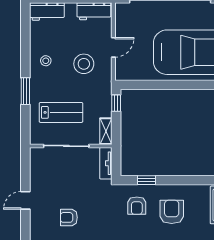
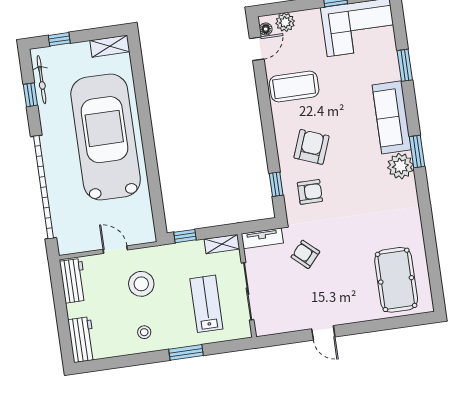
armchair: (172, 212) -> (312, 147), turned 111
armchair: (69, 217) -> (305, 254), moved, turned 132

